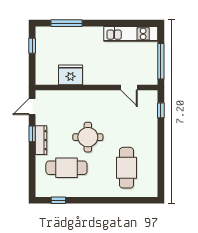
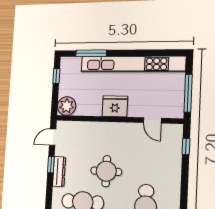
kitchen unit: (131, 34) -> (132, 64), width x1.86
fridge: (71, 75) -> (115, 106), moved
plant: (45, 76) -> (67, 106), added

